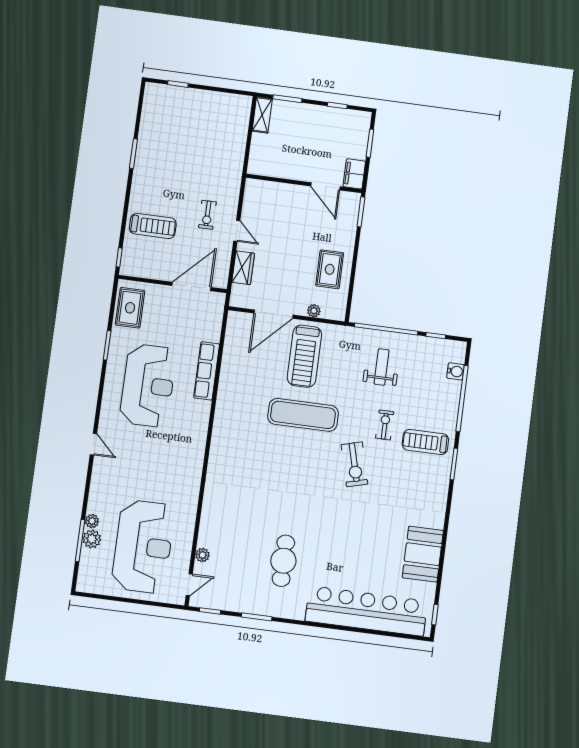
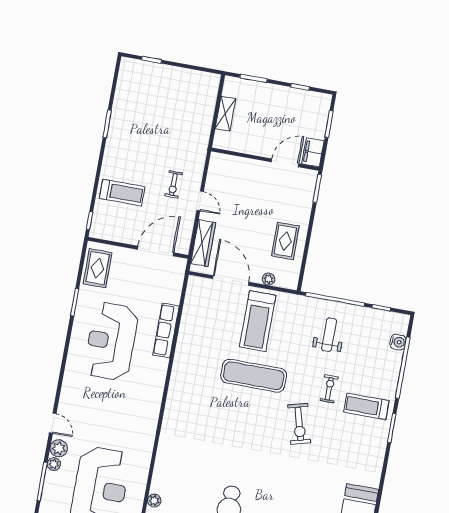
shelving: (262, 115) -> (225, 114), moved
door: (325, 186) -> (285, 163), swing flipped
wardrobe: (243, 268) -> (203, 243), width x1.50
door: (274, 314) -> (231, 280), swing flipped
reception desk: (148, 386) -> (111, 341), turned 180
door: (93, 444) -> (53, 423), moved
plant: (92, 539) -> (59, 448), moved

